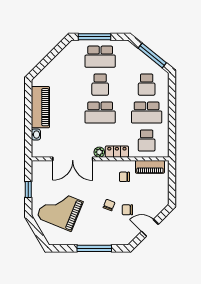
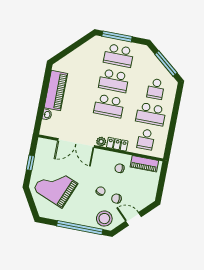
school desk: (100, 85) -> (114, 81), width x1.85
stool: (119, 234) -> (104, 219), added
window: (94, 248) -> (80, 228), width x1.46

